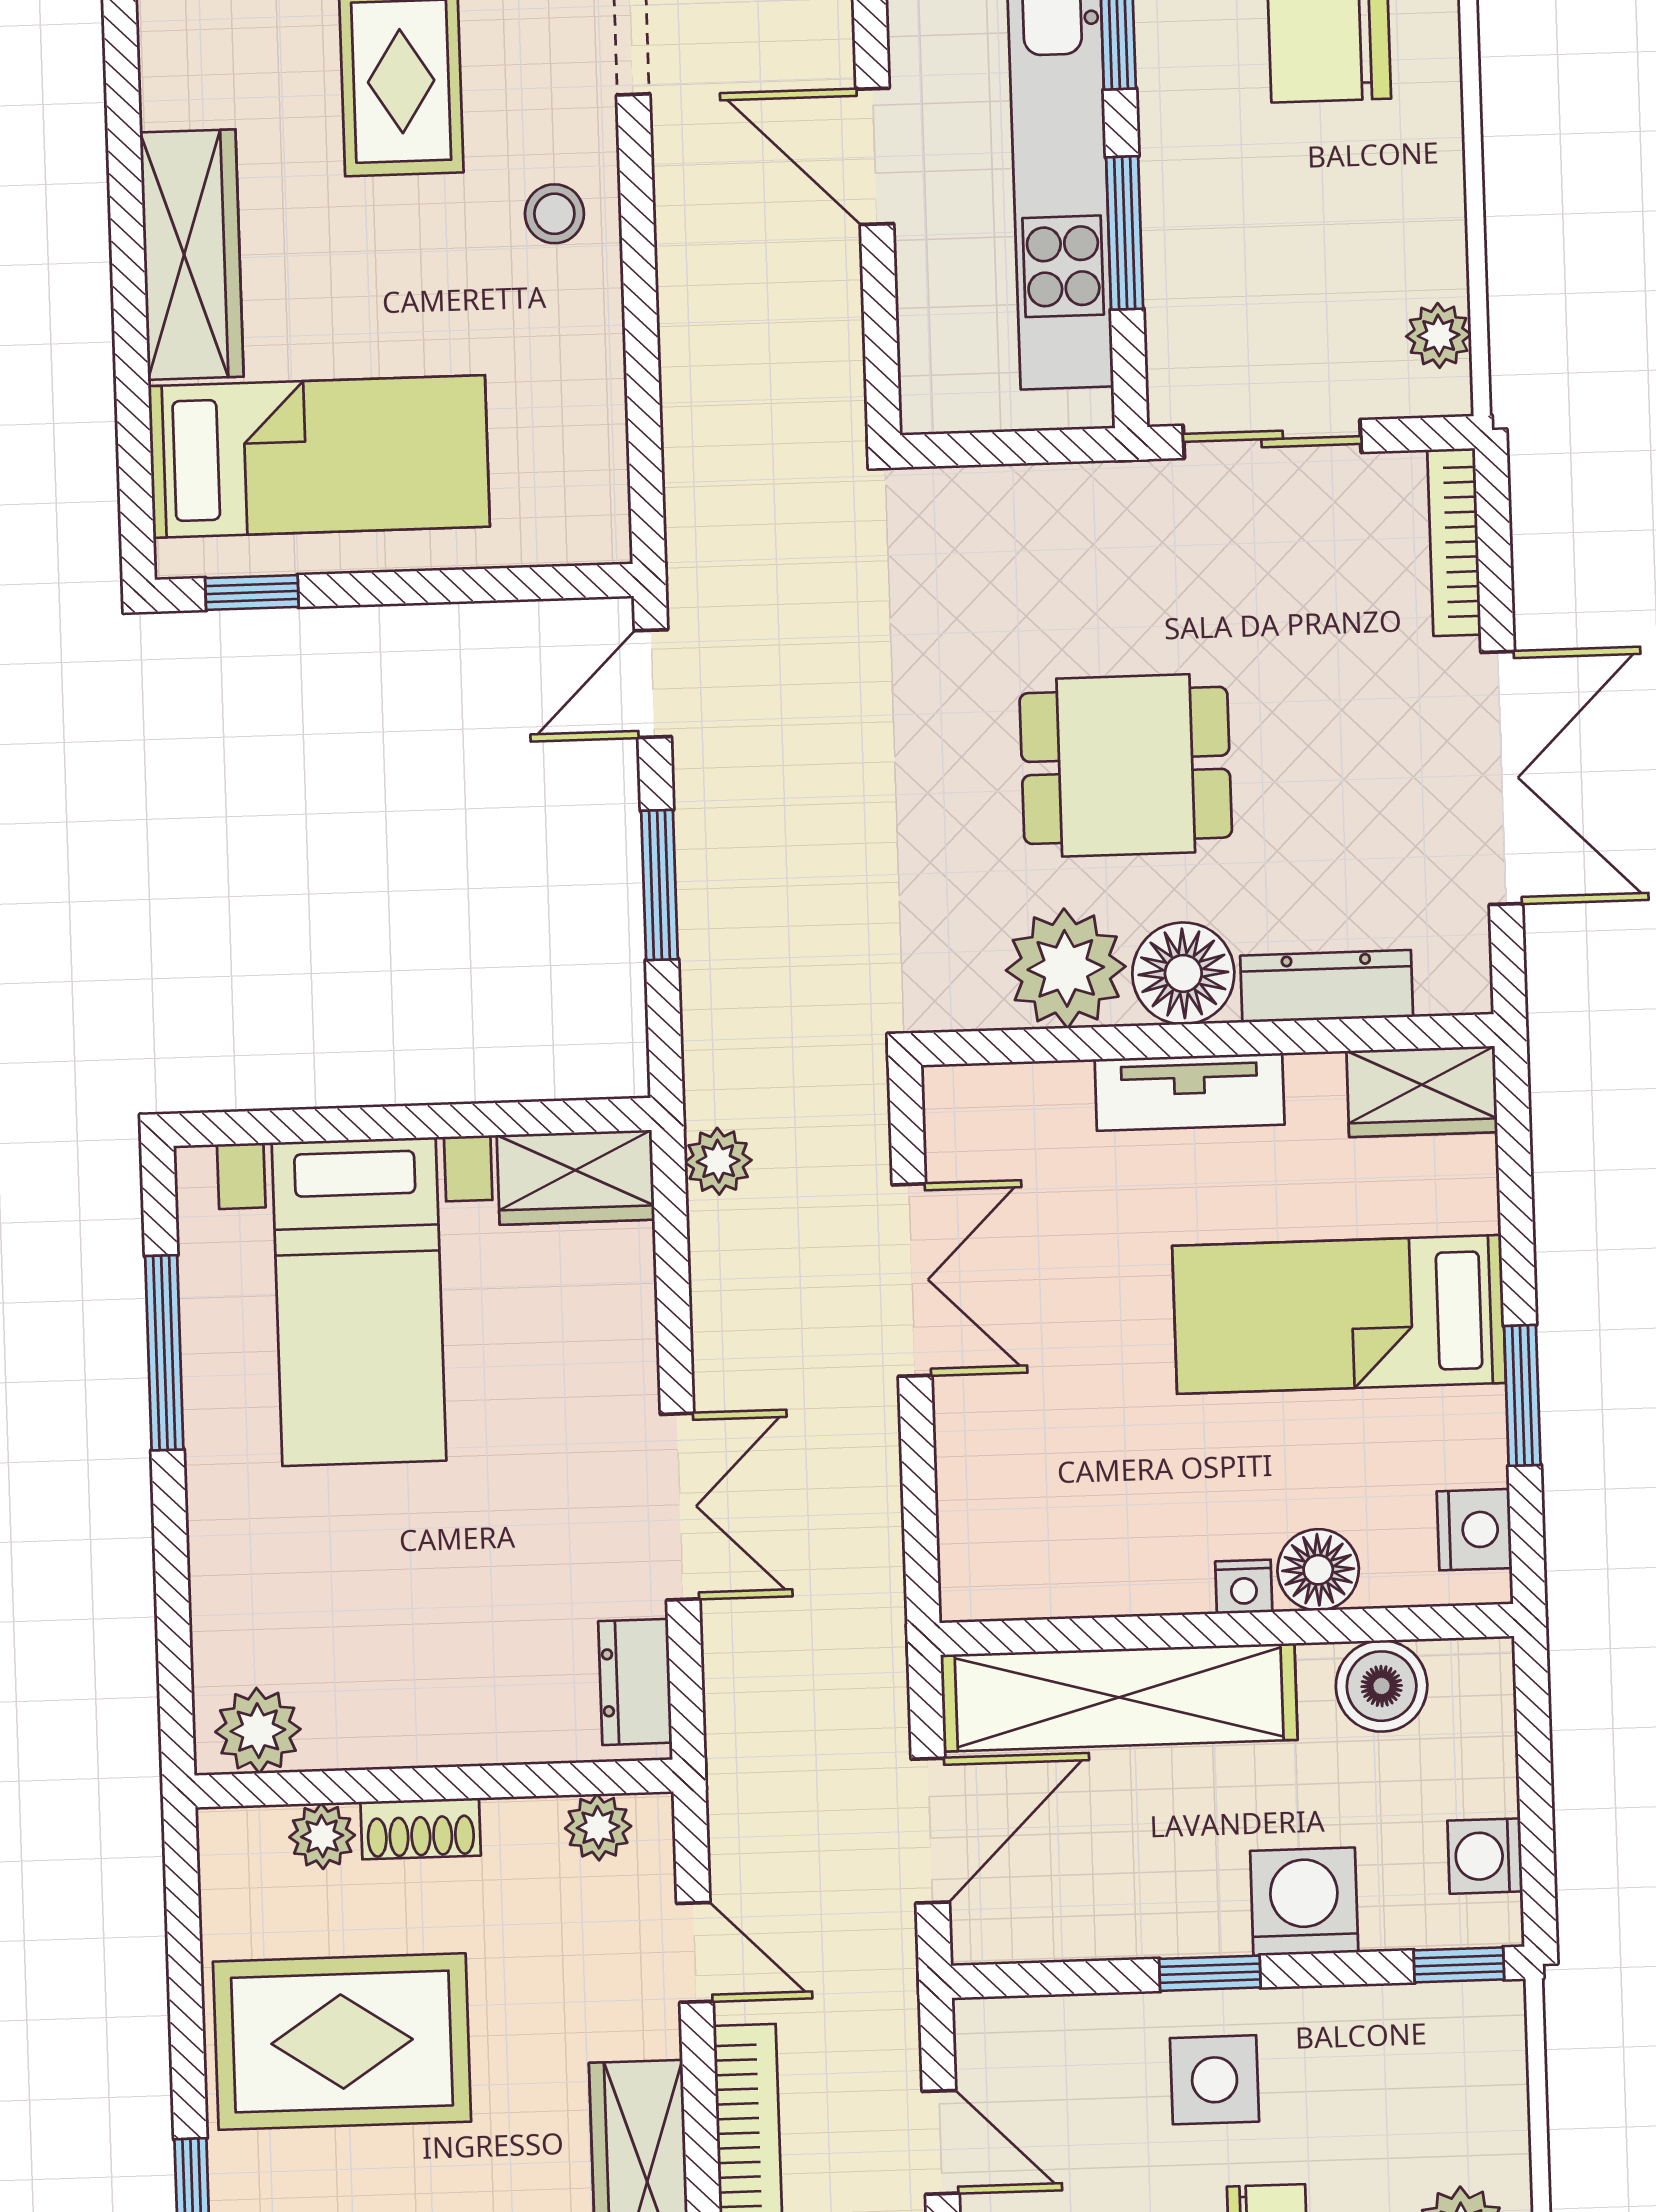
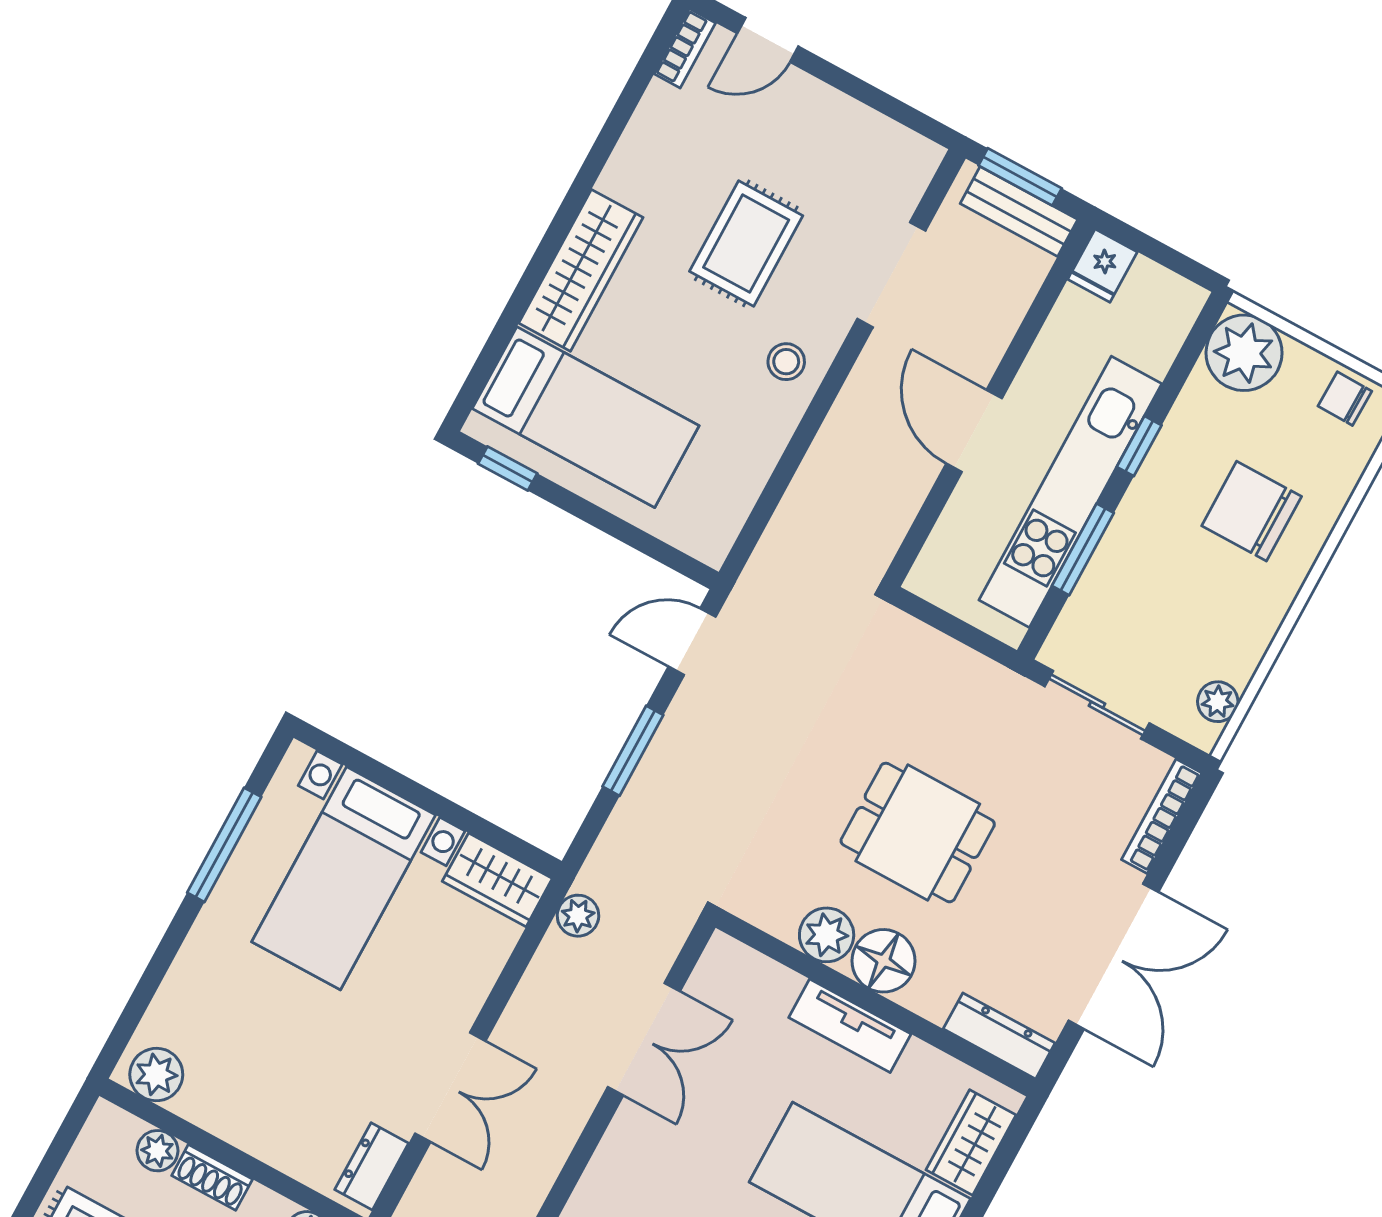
plant: (1066, 968) -> (827, 935), width x0.73, depth x0.73
dresser: (1327, 986) -> (999, 1036), moved
wardrobe: (1422, 1092) -> (971, 1142), moved, turned 90

